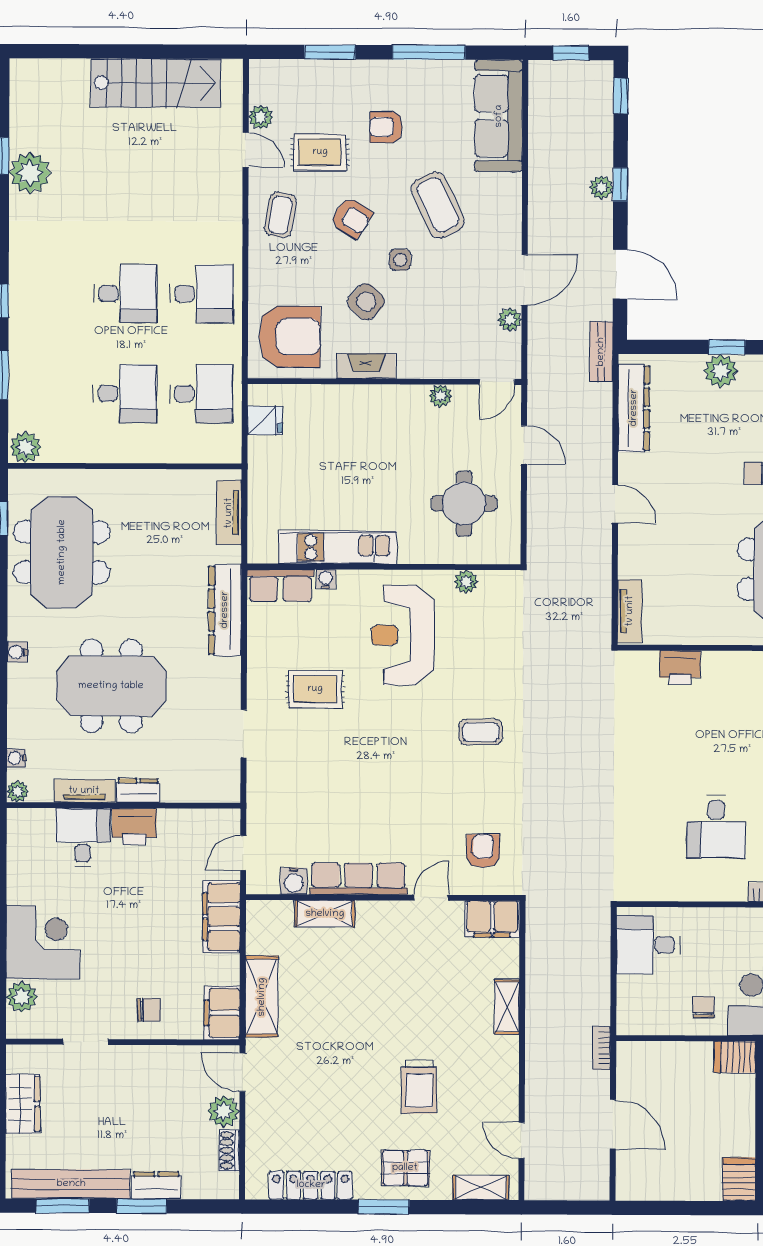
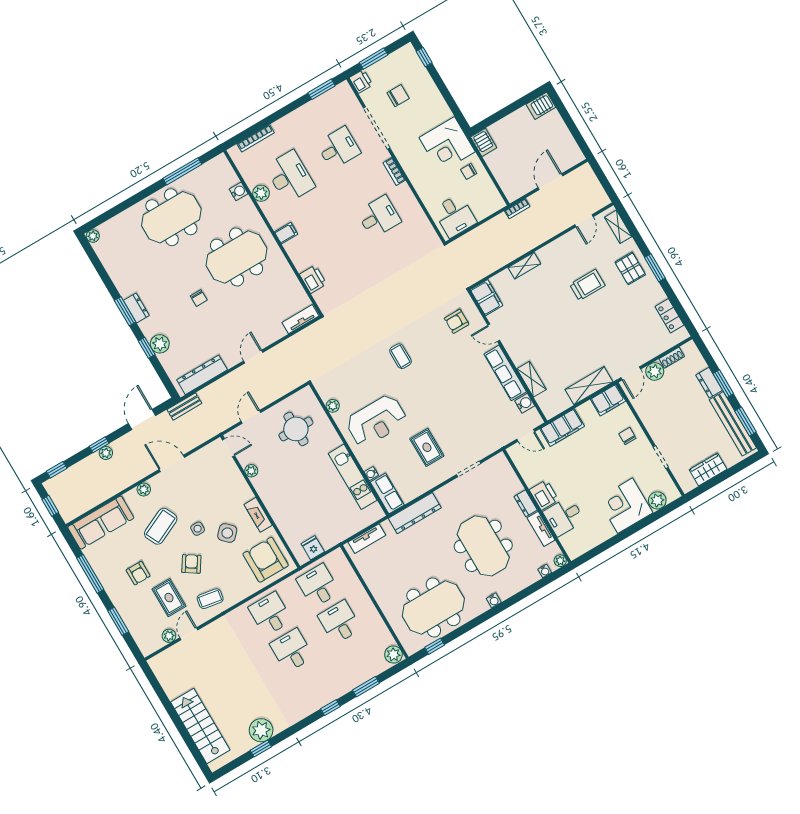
stairs: (156, 83) -> (200, 726), moved
plant: (510, 319) -> (144, 490), moved
locker: (311, 1185) -> (670, 316), width x0.66

